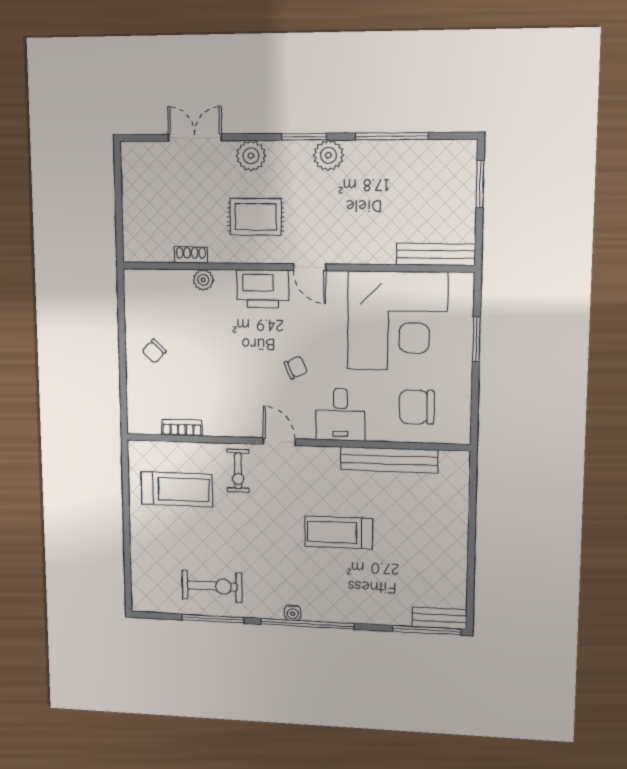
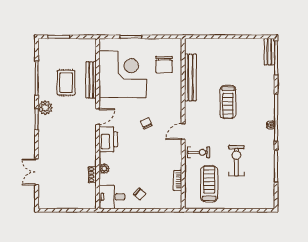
plant: (251, 156) -> (45, 145), removed
rug: (256, 217) -> (66, 83), moved
bench: (436, 254) -> (91, 80), moved
desk: (340, 415) -> (112, 197), moved, turned 180
exercise bike: (212, 586) -> (236, 161), moved

